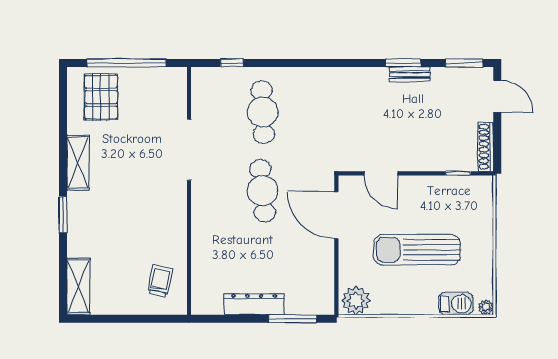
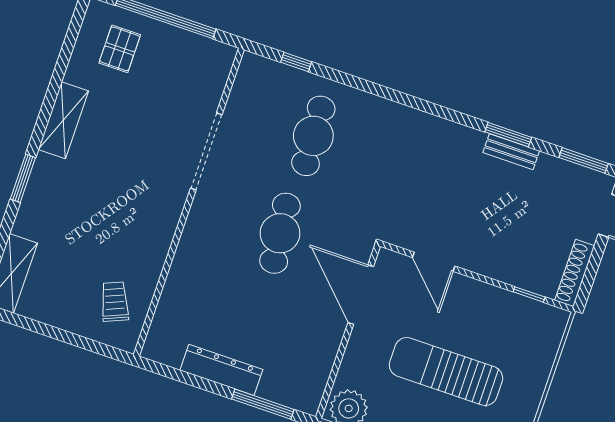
pallet: (101, 97) -> (120, 49), width x0.67, depth x0.71
trolley: (160, 281) -> (115, 302), turned -34

